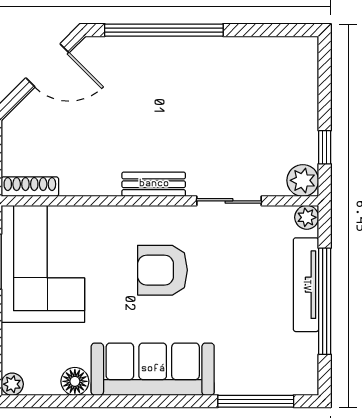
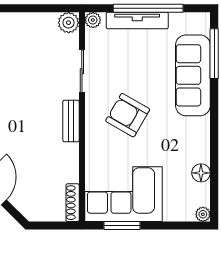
window: (325, 147) -> (47, 8), removed
armchair: (163, 270) -> (128, 115), turned 120
sofa: (153, 369) -> (193, 75), moved

